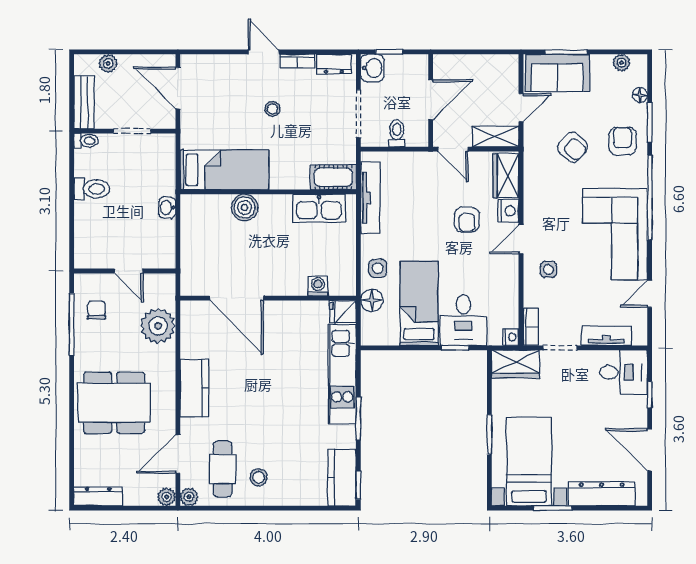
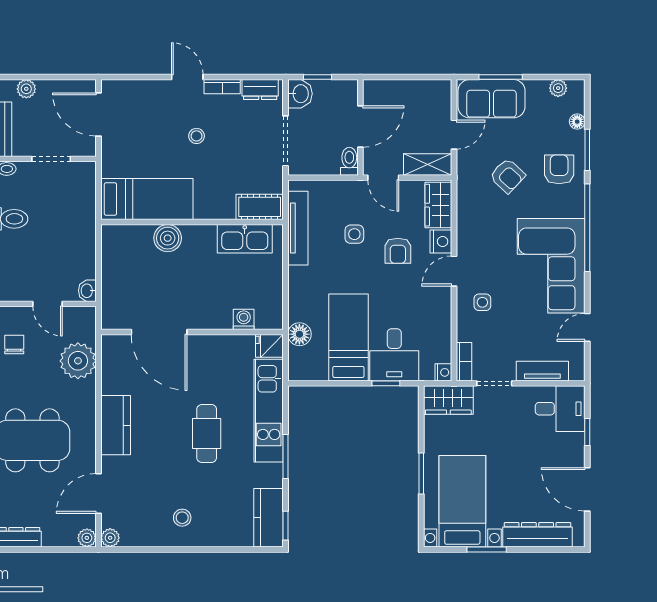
toilet: (397, 133) -> (349, 161), moved
washbasin: (167, 208) -> (87, 291), moved
side table: (378, 268) -> (354, 234), moved
cafe table: (223, 469) -> (207, 433), moved

